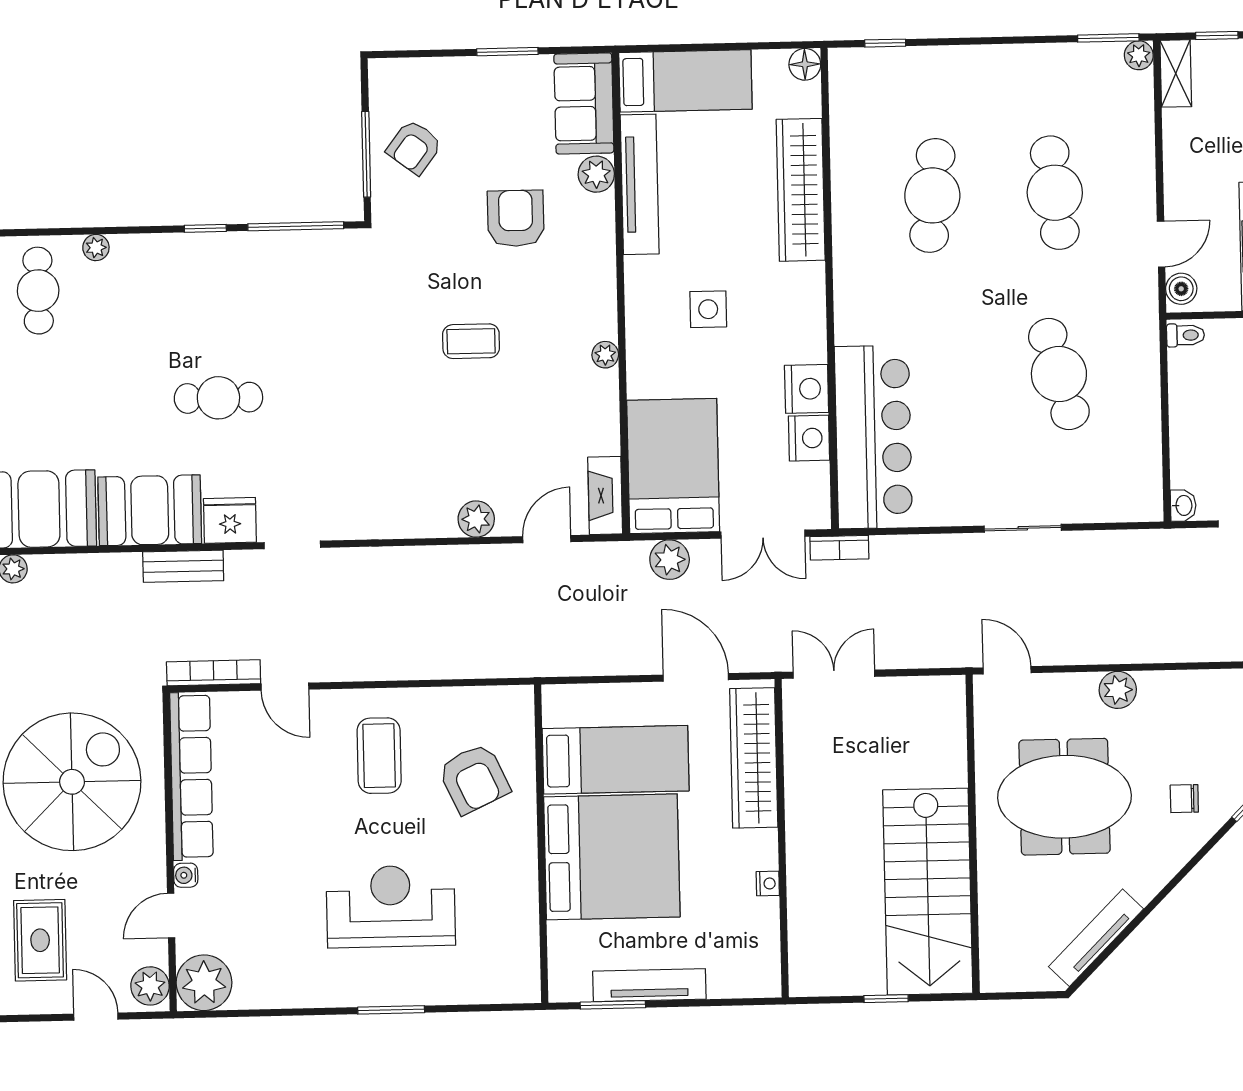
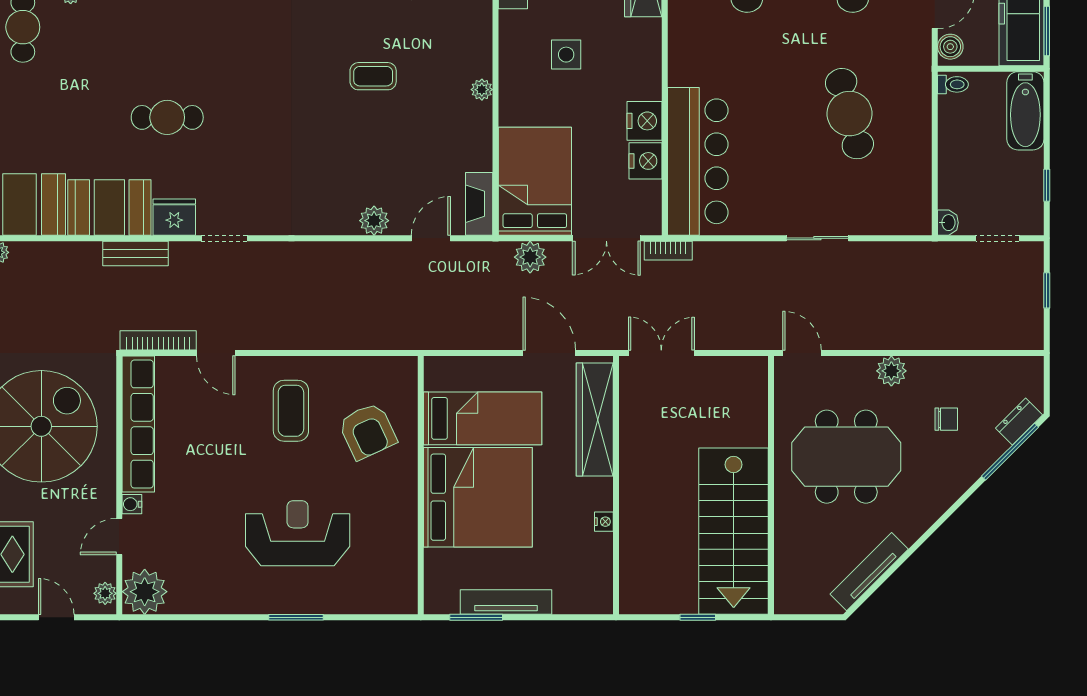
chair: (1184, 799) -> (946, 419), moved, turned 180
plant: (150, 986) -> (105, 593), width x0.73, depth x0.73

